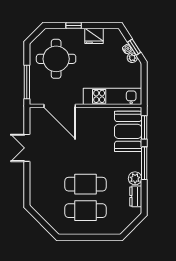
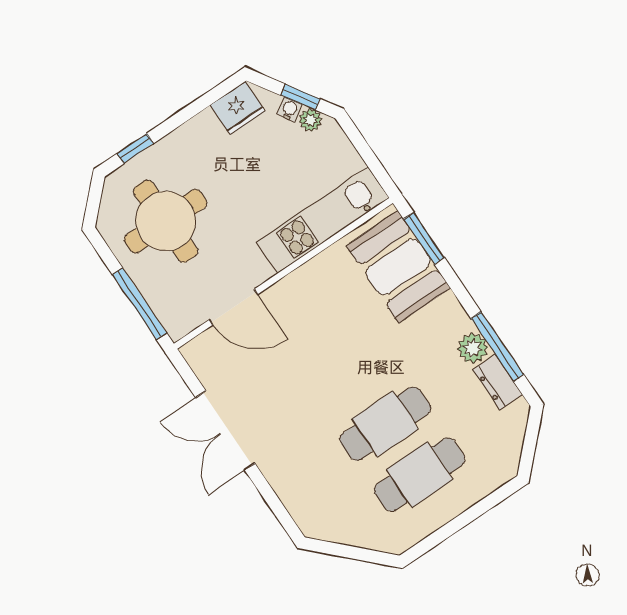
window: (74, 26) -> (135, 148), moved
fridge: (94, 36) -> (238, 108), moved
door: (60, 106) -> (234, 307), width x0.73
double door: (27, 148) -> (225, 430), width x1.37
window: (144, 163) -> (497, 347), moved

